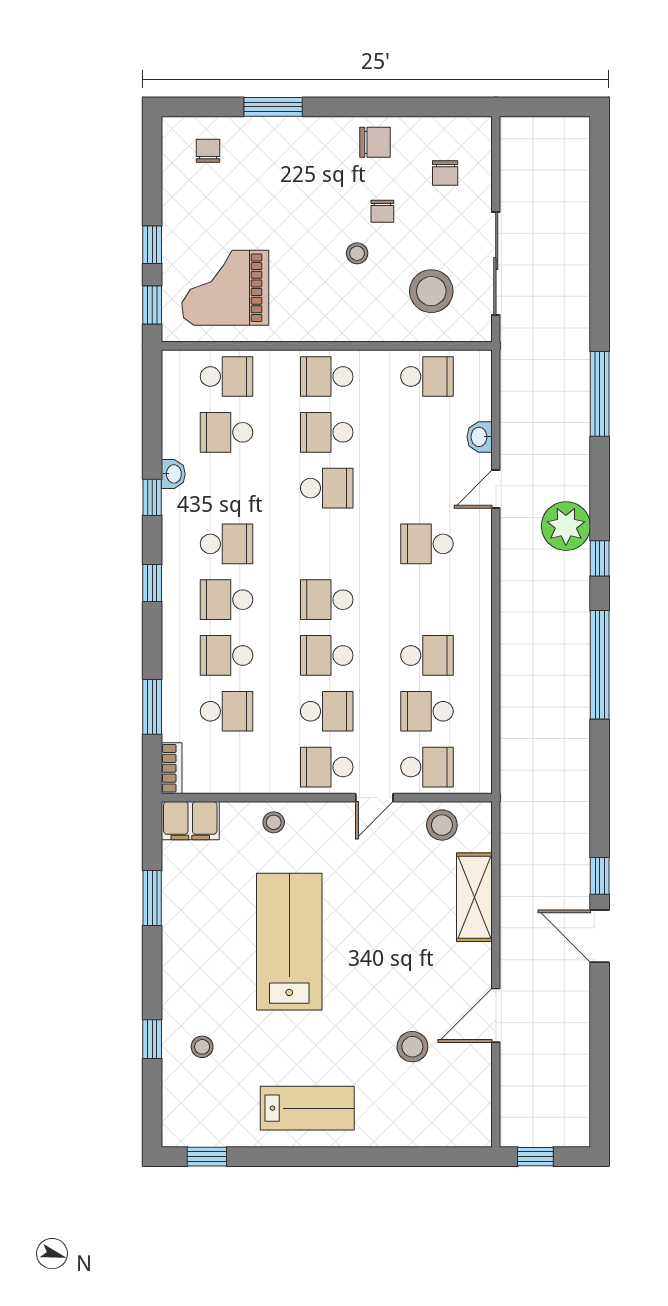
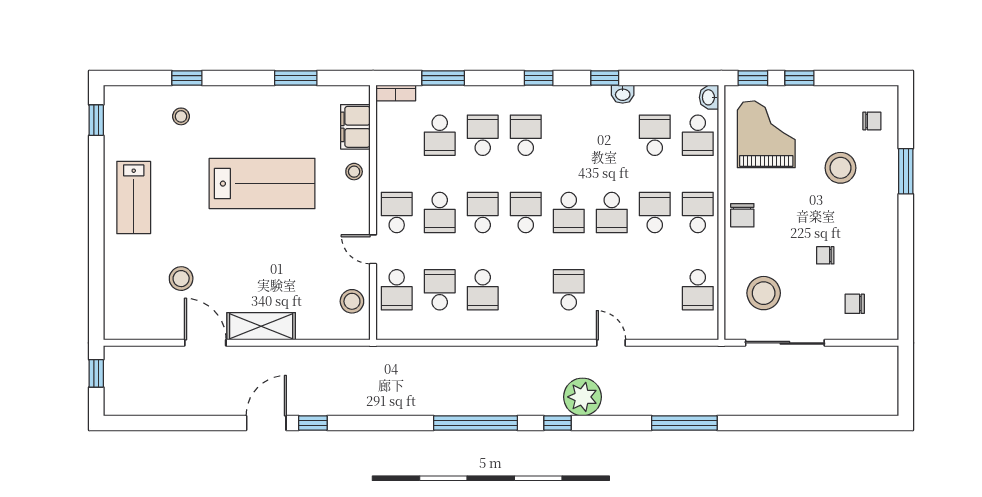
chair: (375, 142) -> (742, 215), moved
stool: (357, 253) -> (841, 168), moved, width x1.89, depth x1.89
washbasin: (480, 437) -> (709, 97), moved, turned -90
school desk: (227, 544) -> (569, 213), moved
filing cabinet: (190, 821) -> (355, 127), moved
shelving: (474, 897) -> (261, 326), moved

